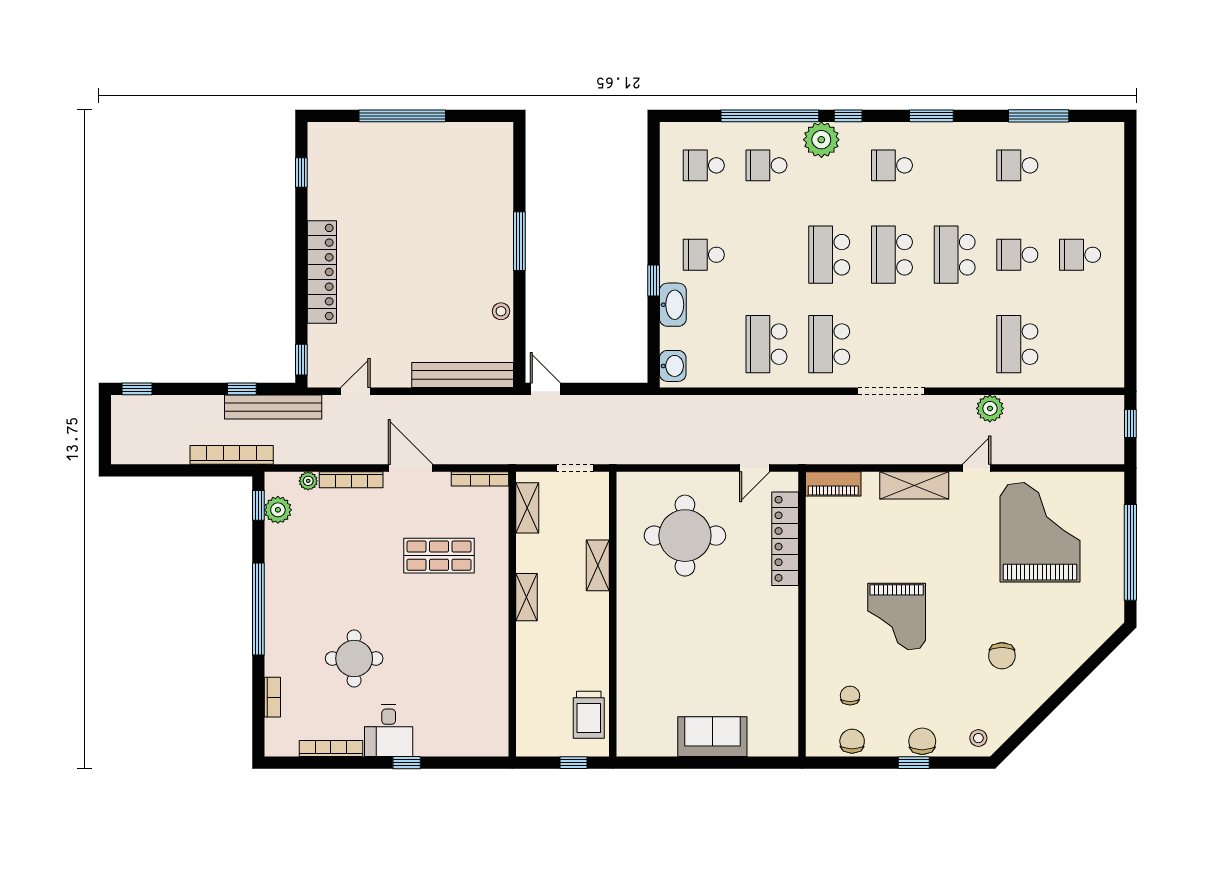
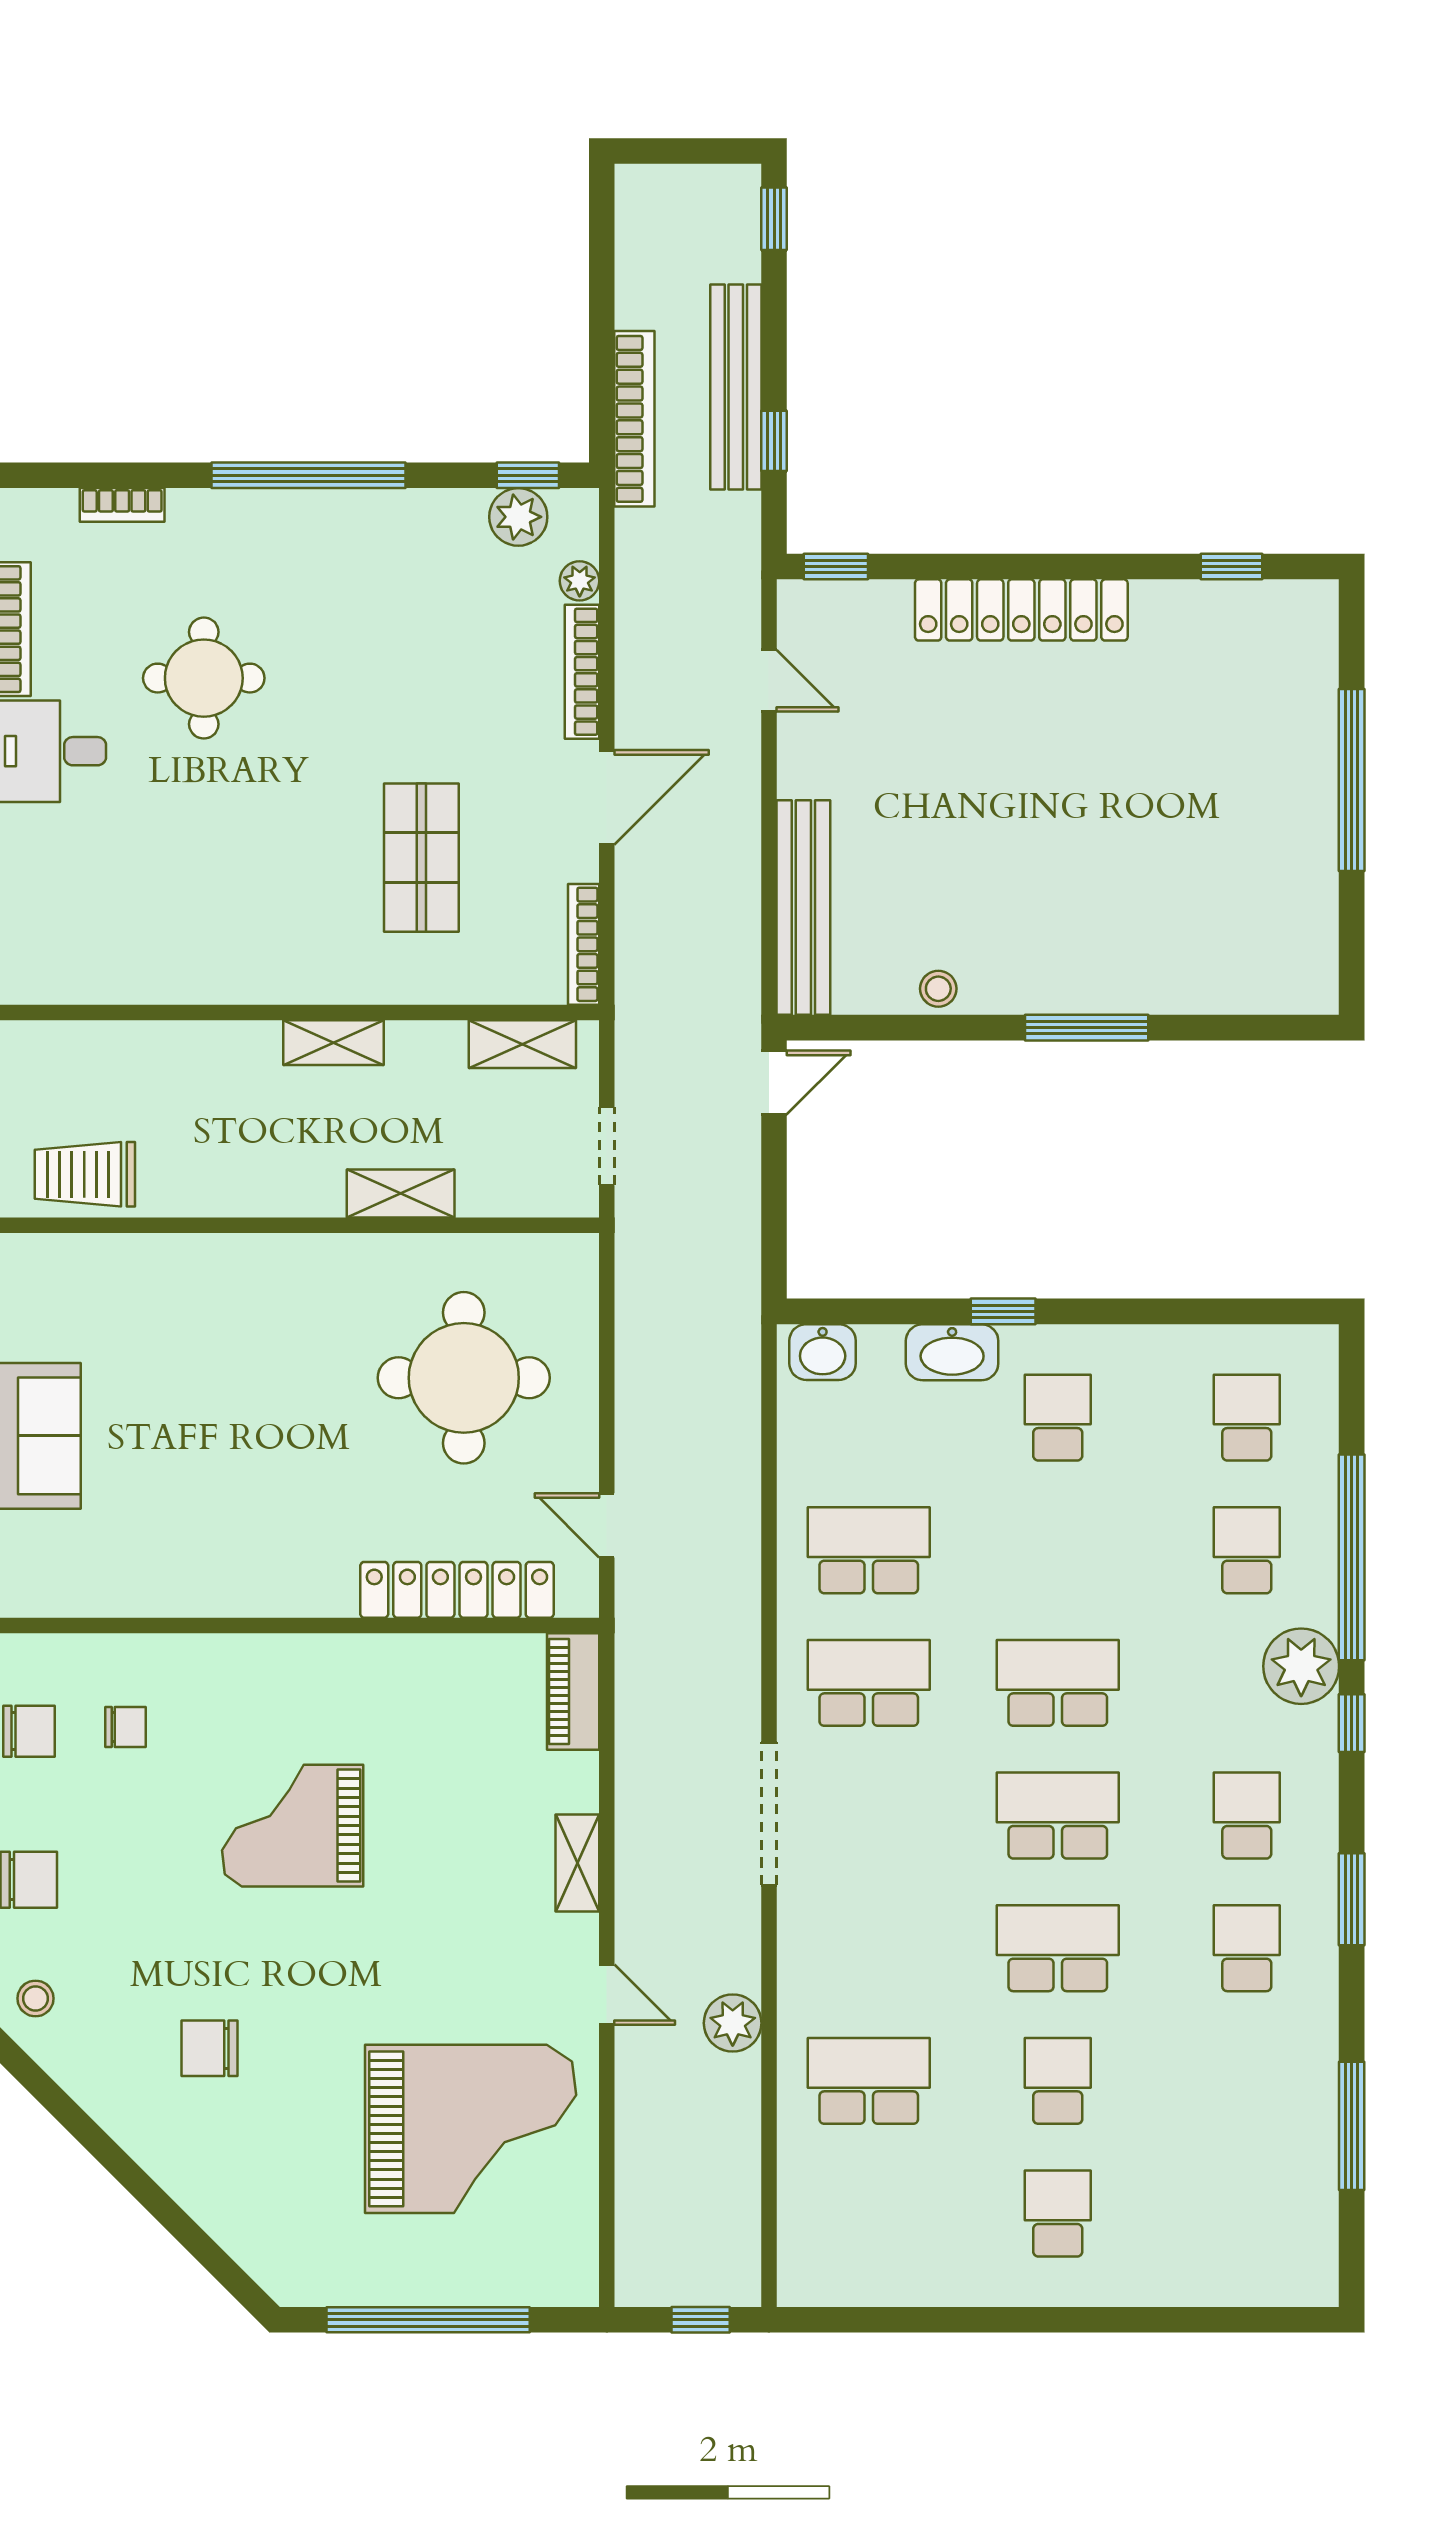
school desk: (1017, 165) -> (1247, 1948), moved
bench: (273, 407) -> (736, 387), moved
shelving: (914, 485) -> (577, 1863), width x0.67, depth x0.75

